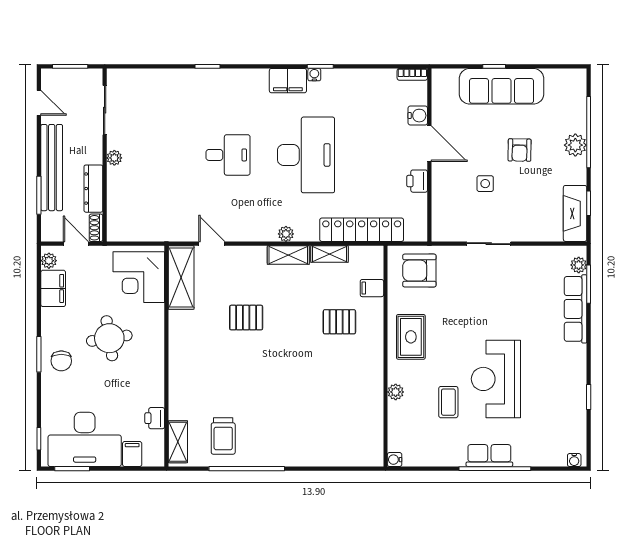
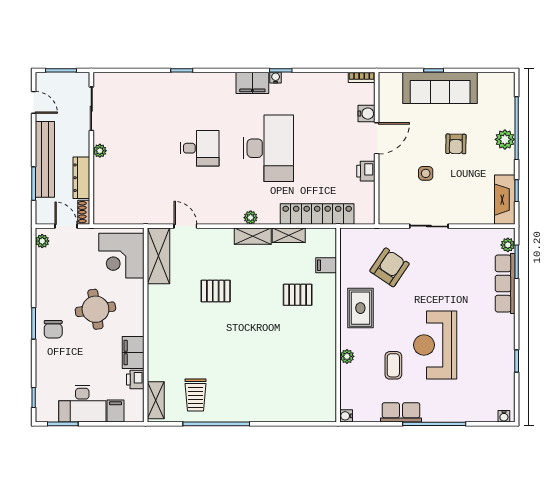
door: (429, 144) -> (377, 138), hinge flipped
armchair: (419, 271) -> (390, 267), moved, turned 124
filing cabinet: (53, 288) -> (133, 353), moved, turned 180
desk: (85, 439) -> (82, 404), width x0.73, depth x0.77
row of seats: (489, 456) -> (401, 412), moved

